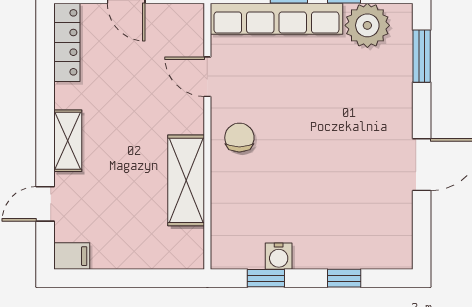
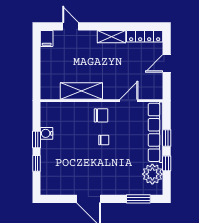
chair: (293, 132) -> (104, 140), added
shelving: (68, 141) -> (111, 37), moved
window: (266, 278) -> (37, 139), moved

